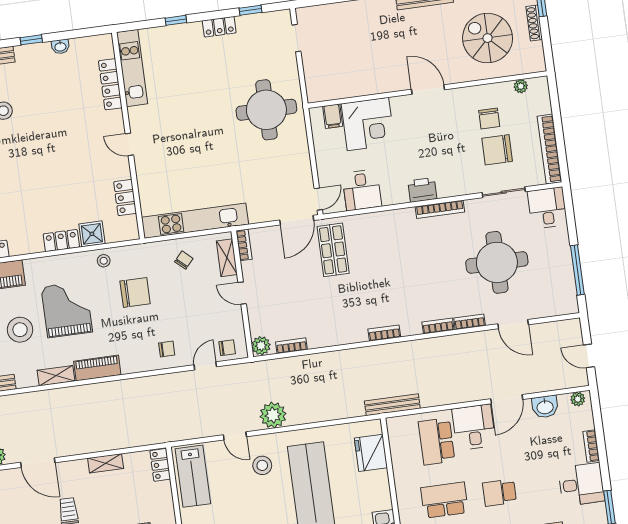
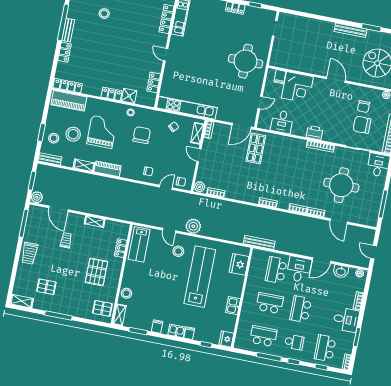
door: (318, 199) -> (260, 102), moved
chair: (135, 292) -> (142, 135), turned -90
locker: (160, 465) -> (121, 248), moved
school desk: (500, 493) -> (301, 309), width x1.85

